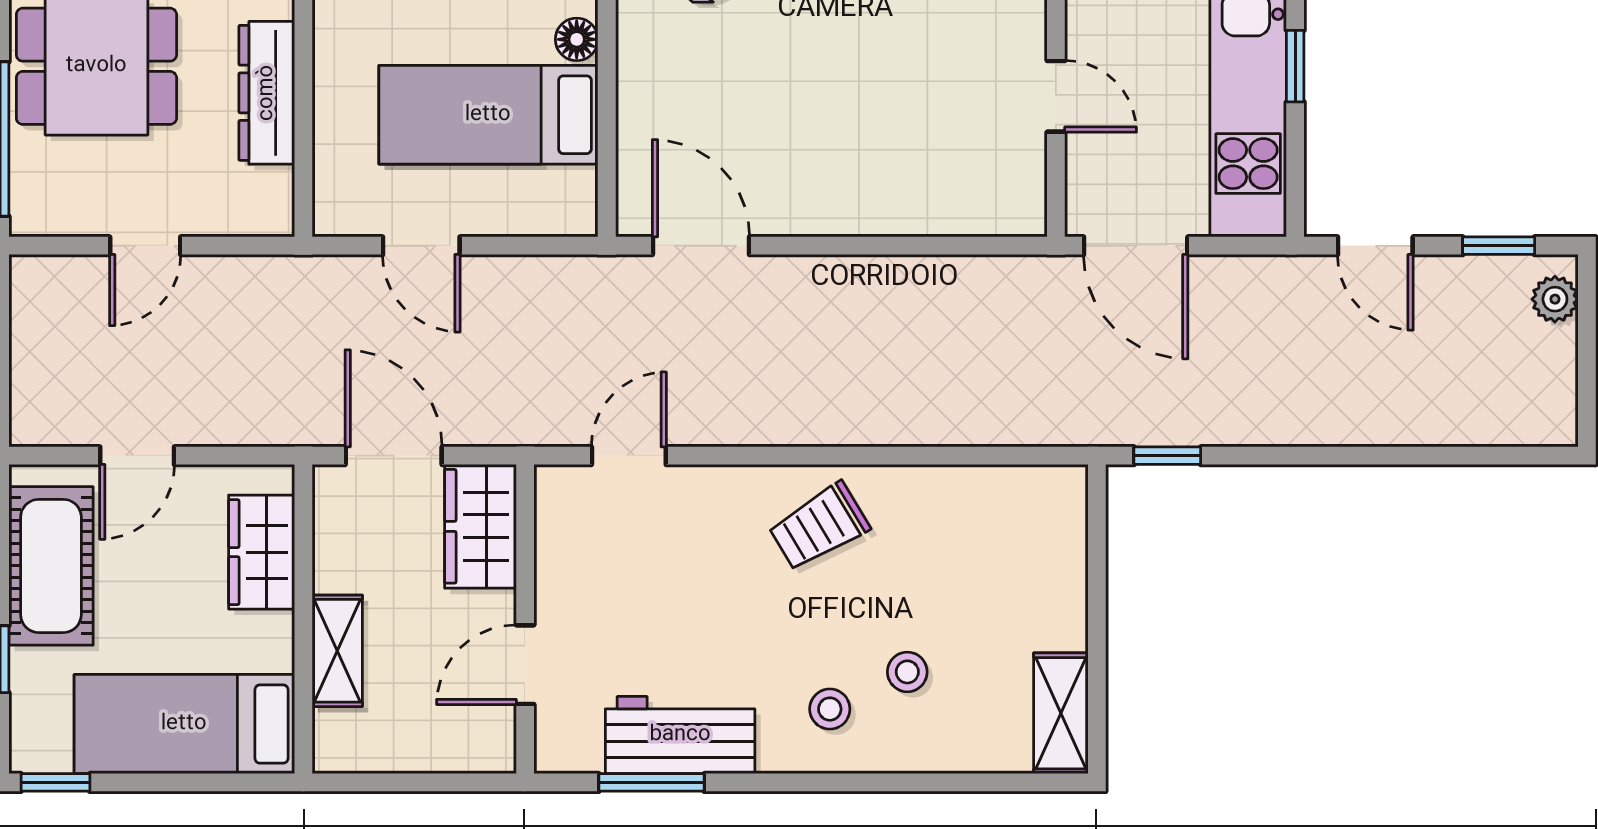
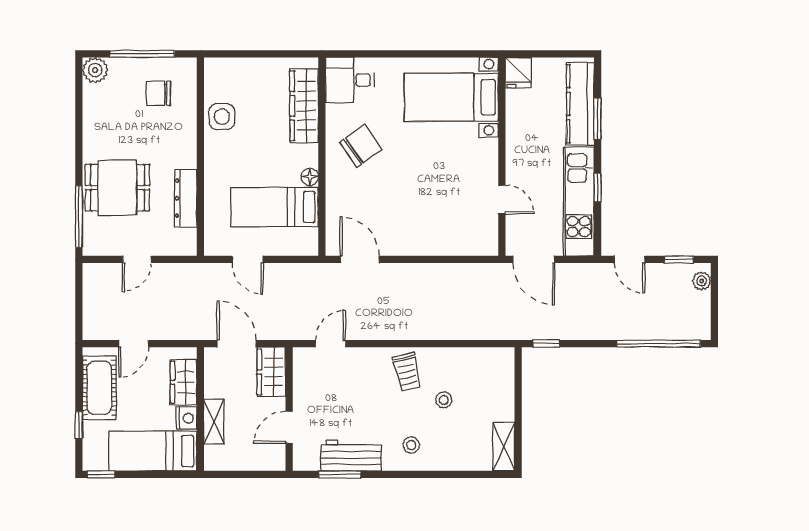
window: (1447, 456) -> (659, 344), added
trolley: (819, 527) -> (407, 372), turned -72
nightstand: (269, 642) -> (187, 418), added
stool: (907, 672) -> (444, 400), moved

